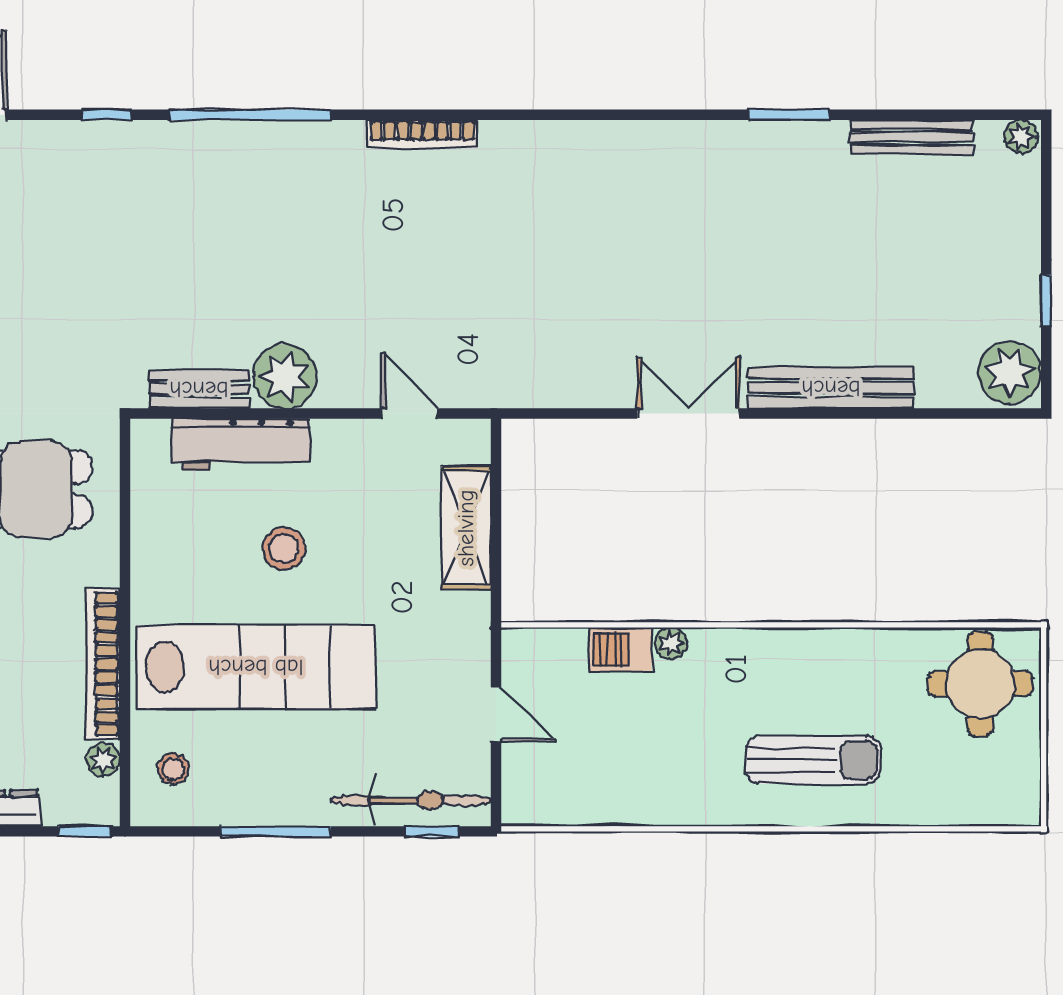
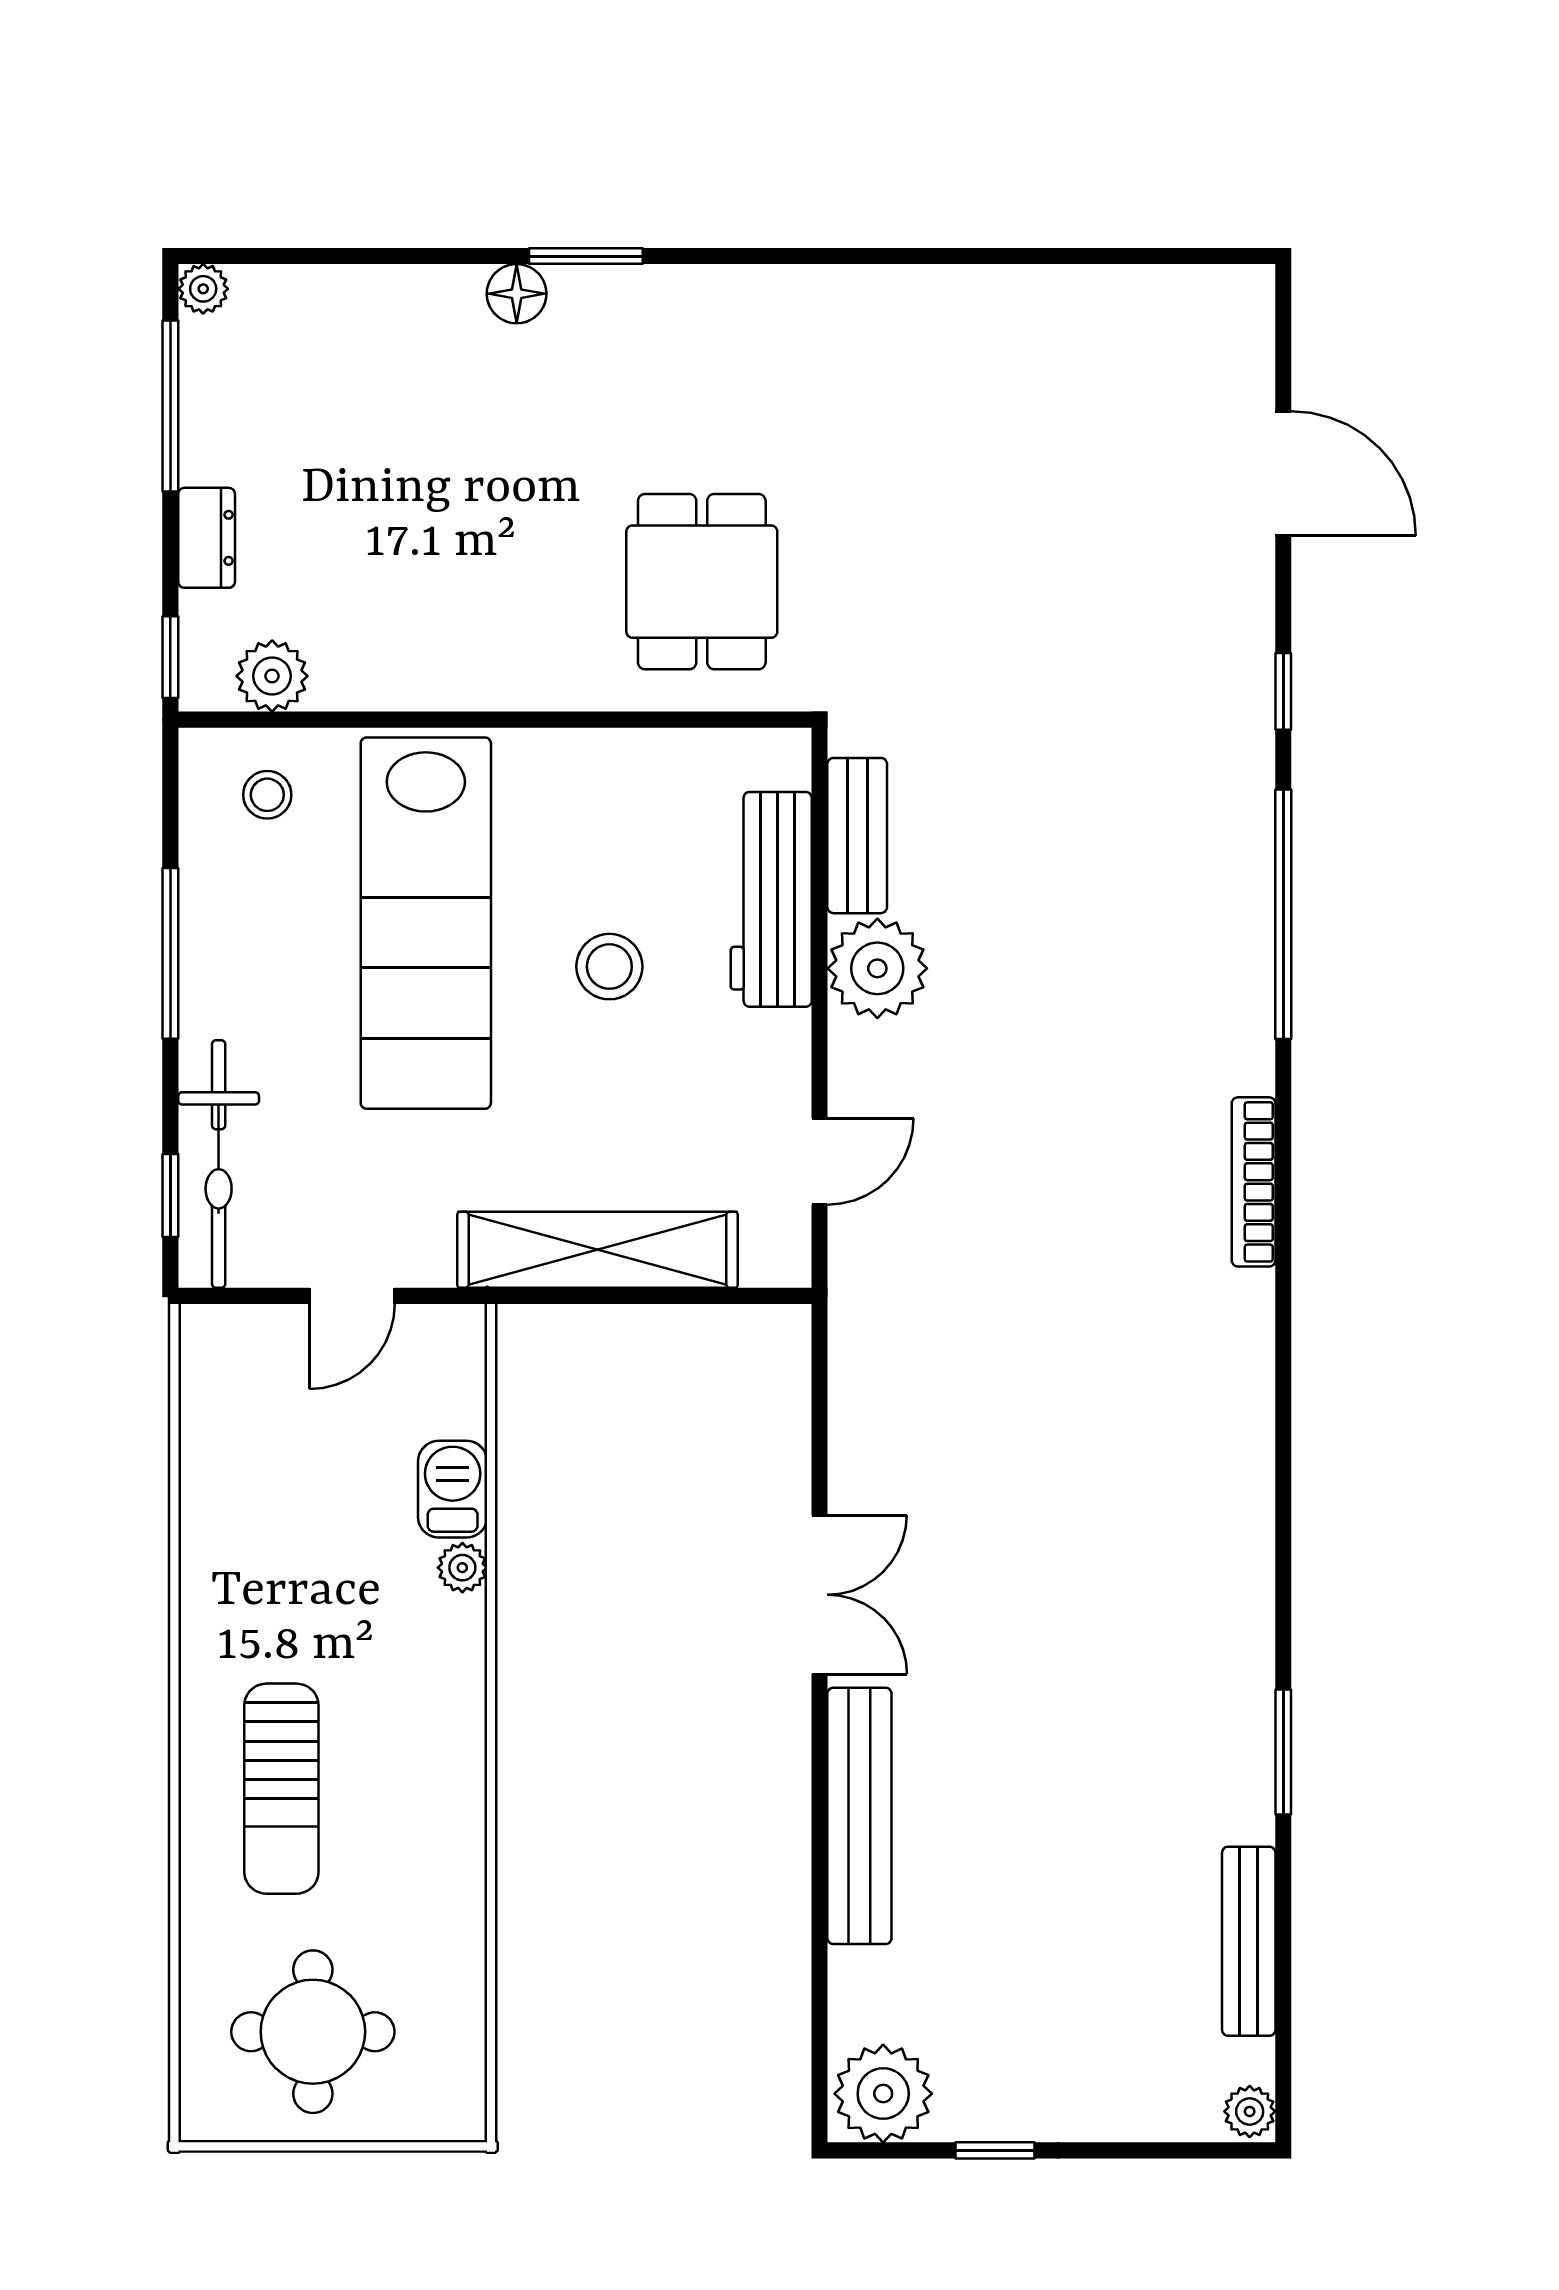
shelving: (466, 528) -> (598, 1250), width x1.47
bookcase: (103, 664) -> (430, 685), removed
round table: (980, 684) -> (313, 2032), moved
plant: (103, 760) -> (272, 676), width x1.38, depth x1.38

